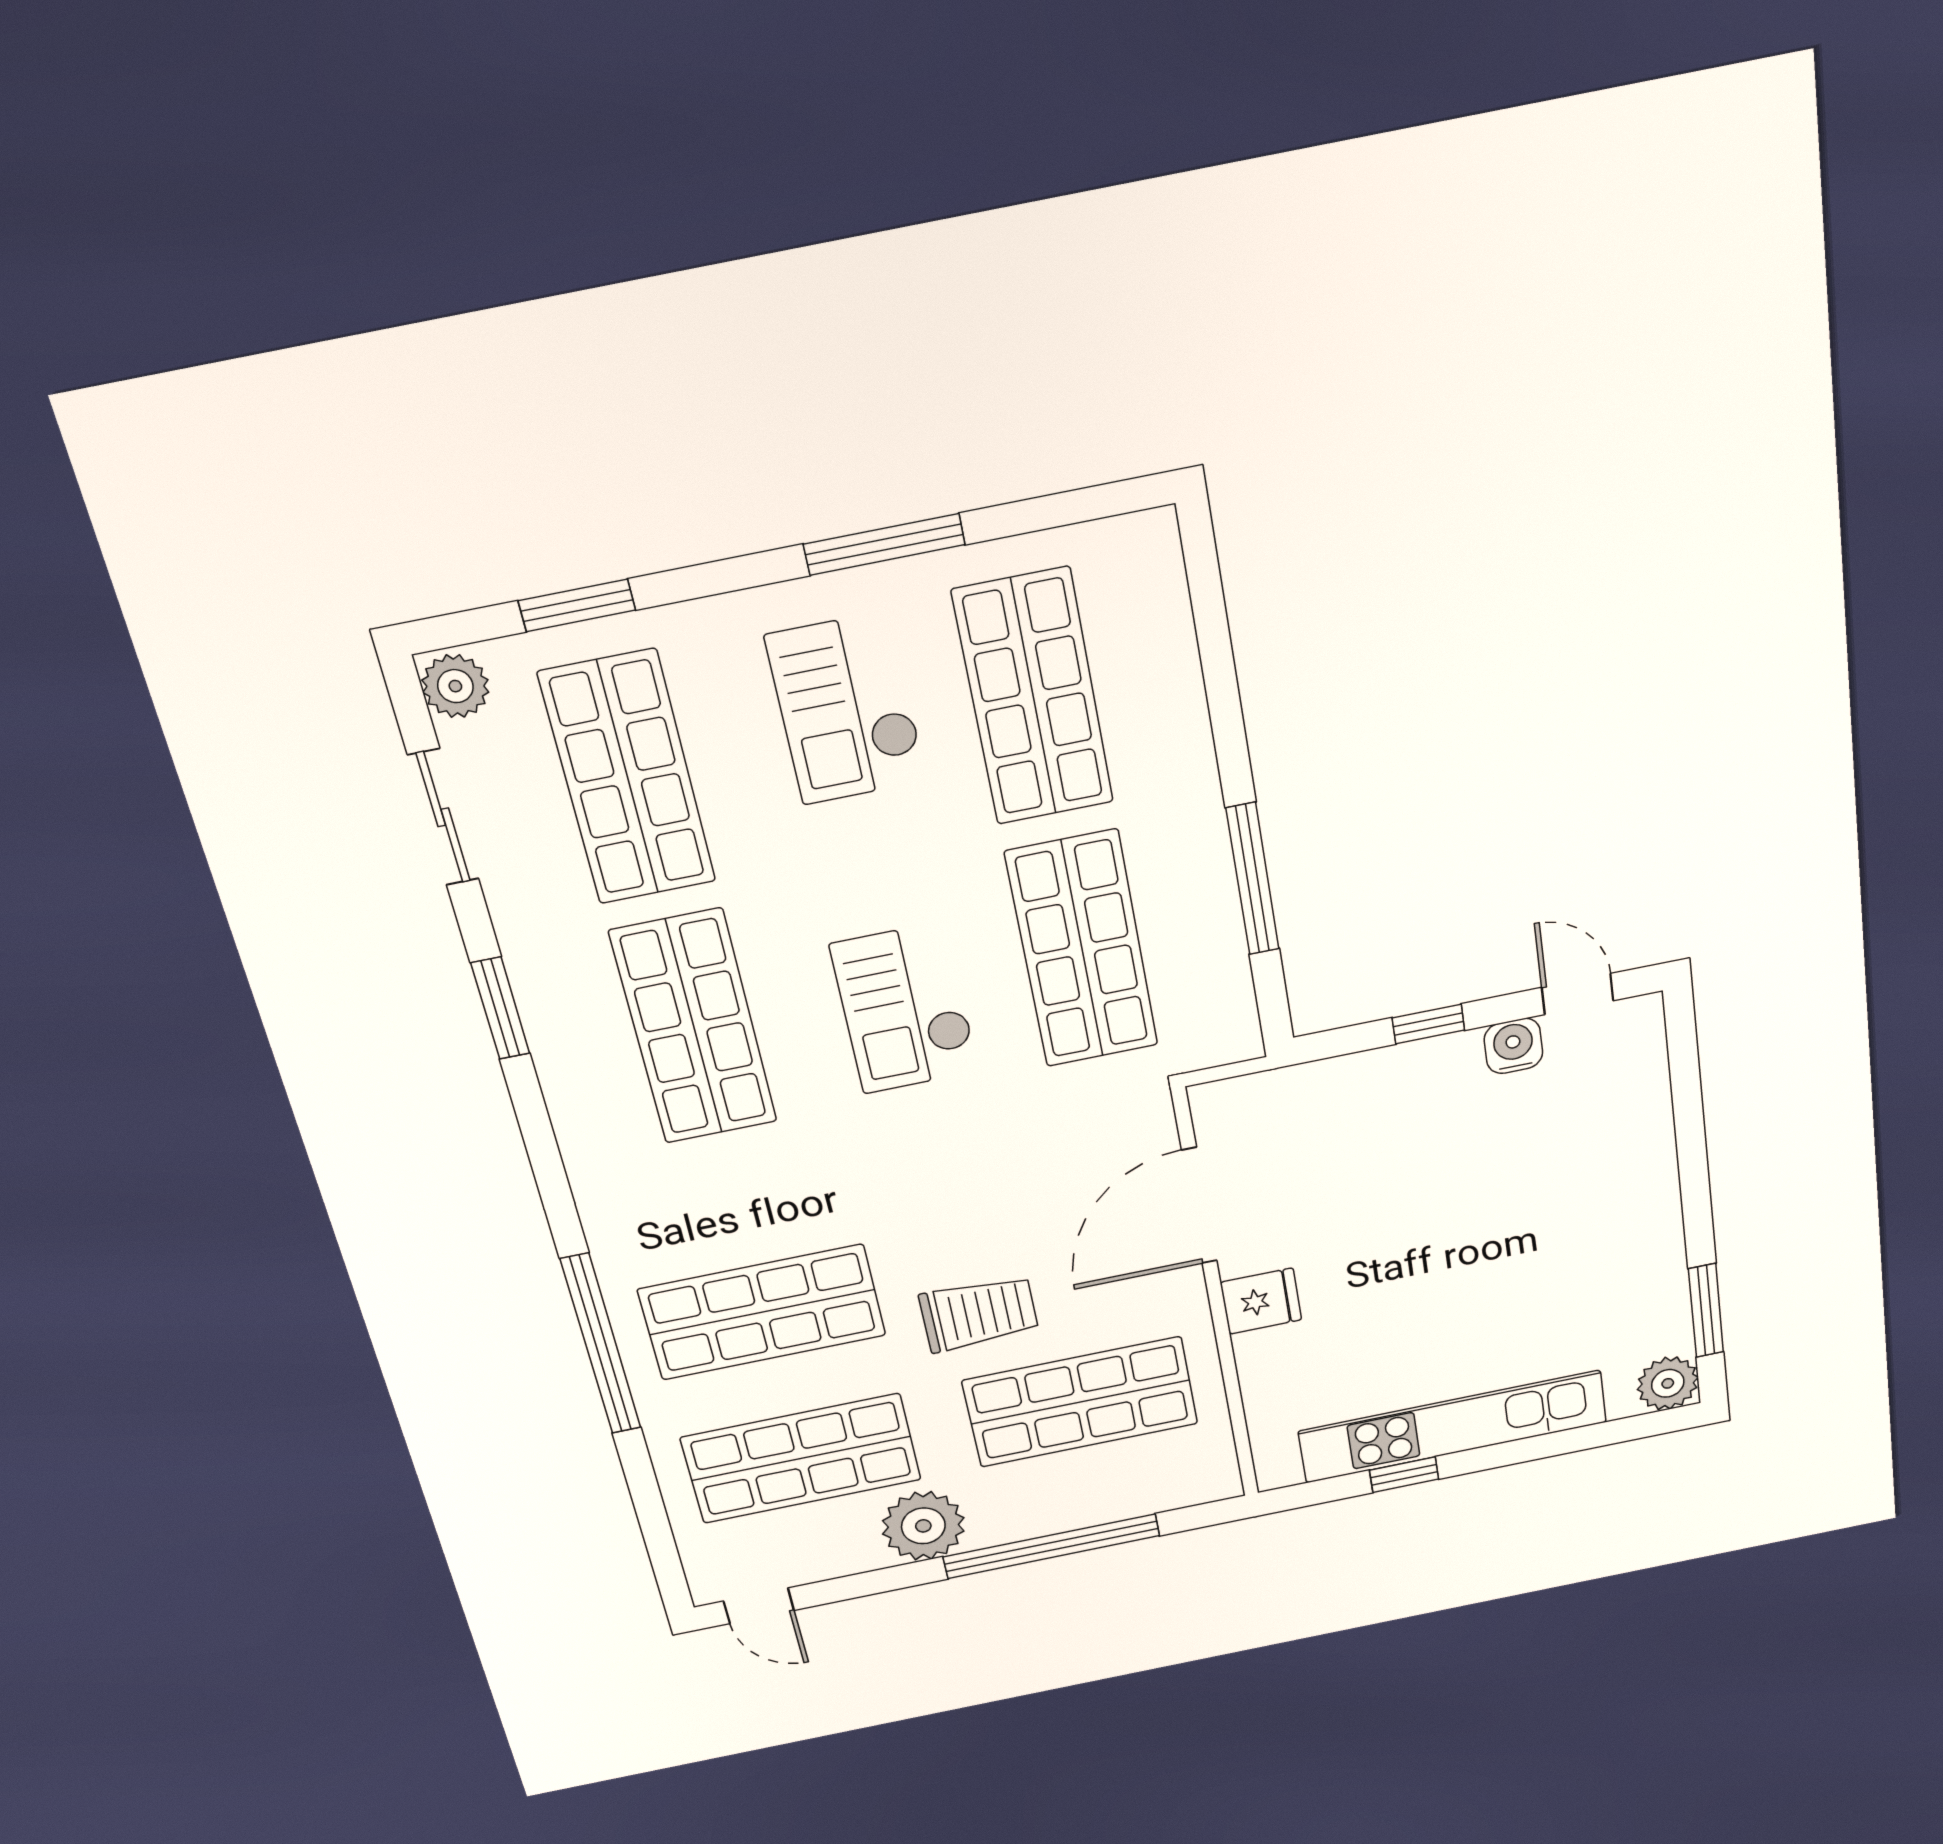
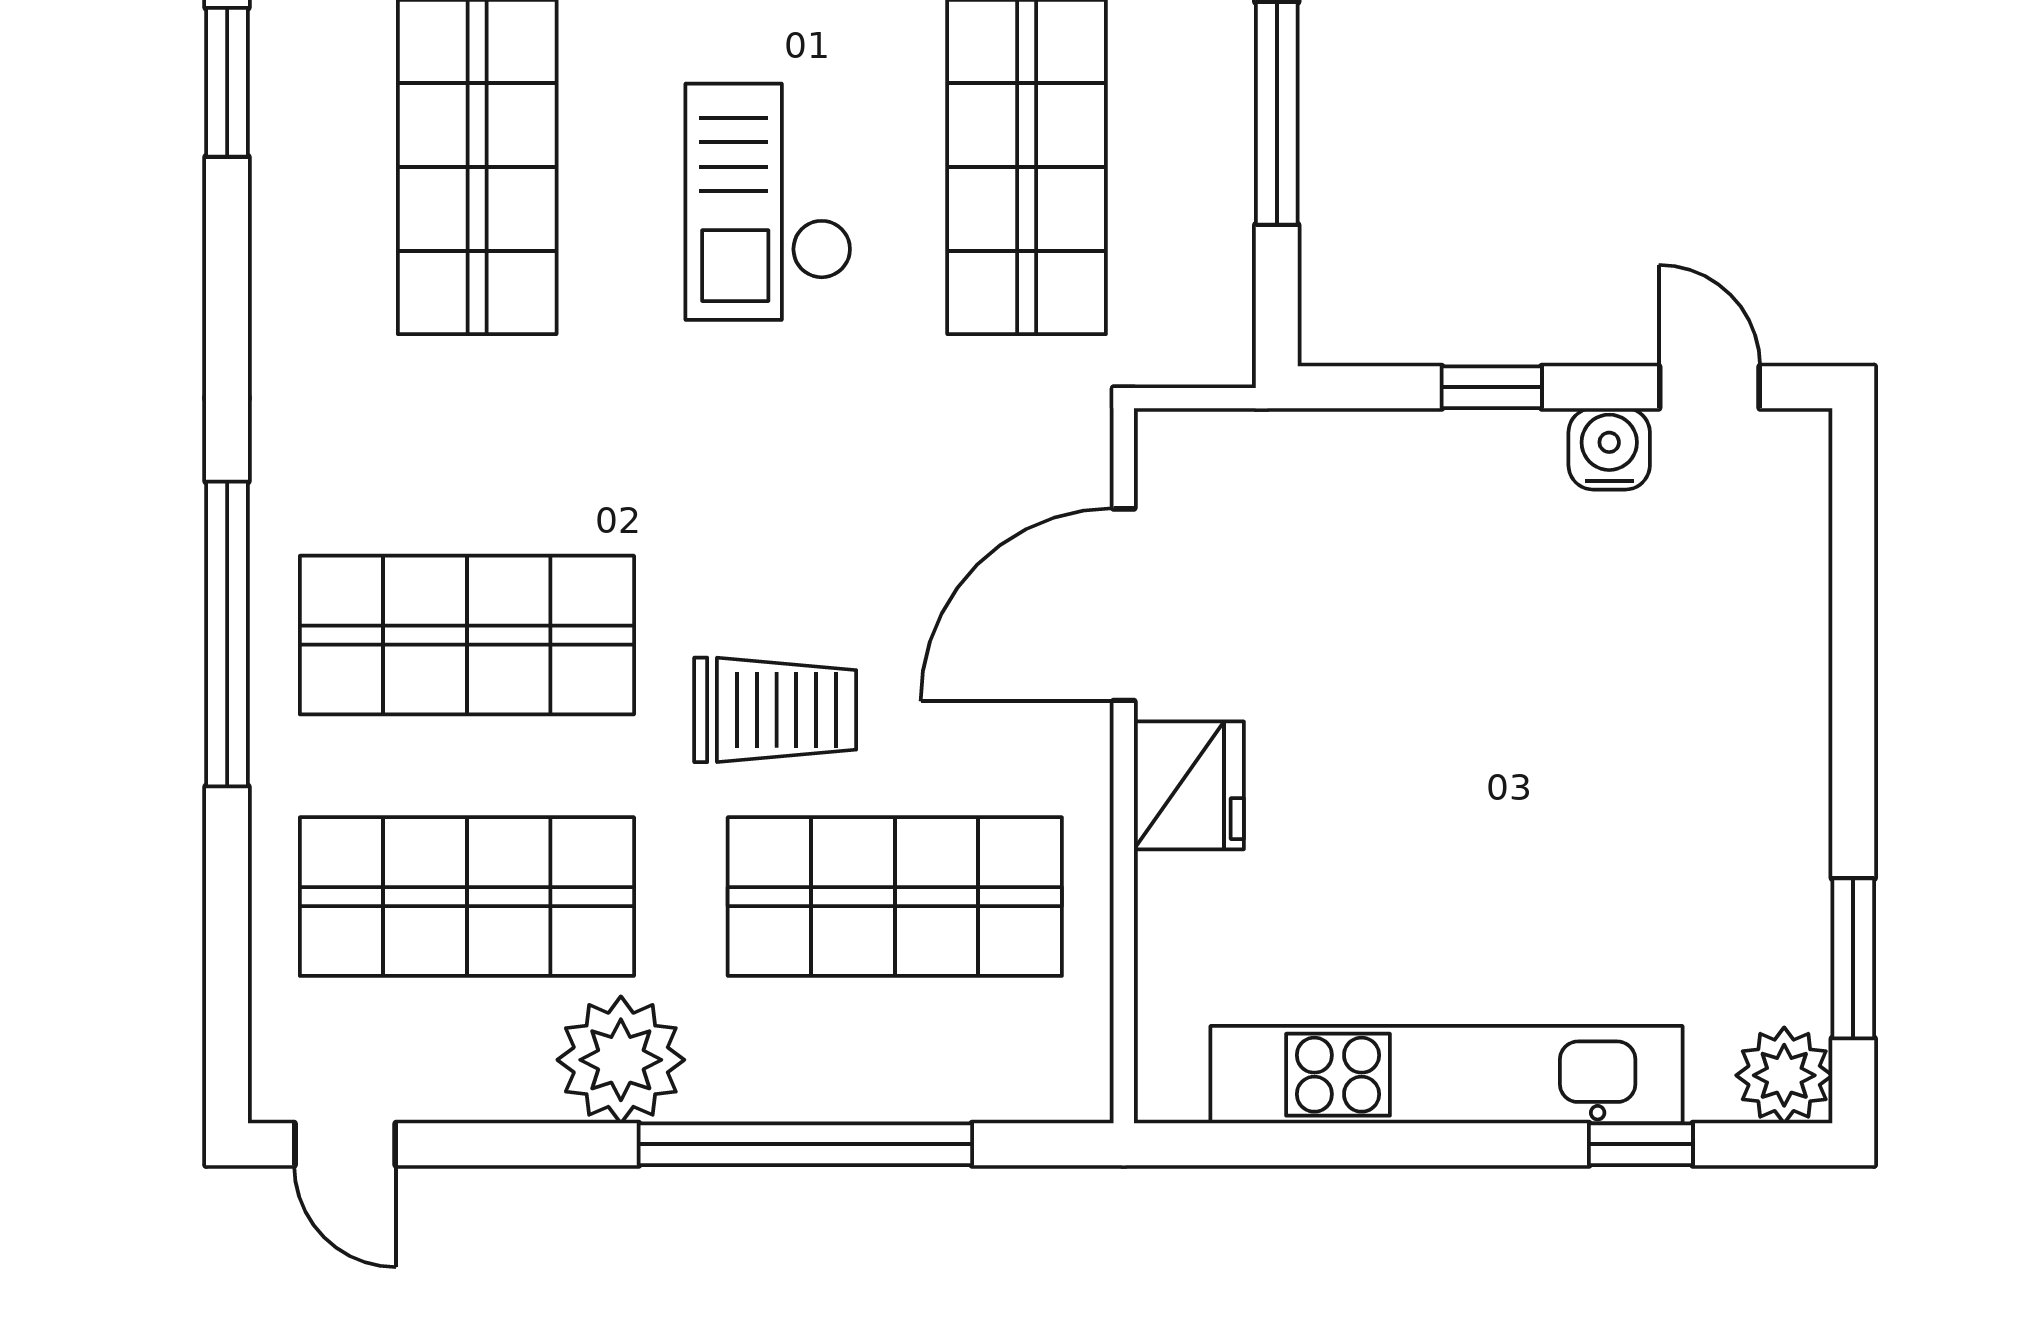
fridge: (1261, 1301) -> (1189, 785), width x1.38
window: (1404, 1475) -> (1641, 1144), moved

